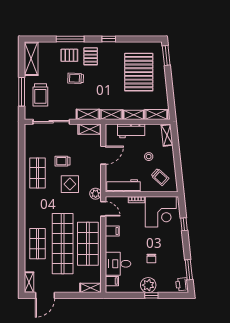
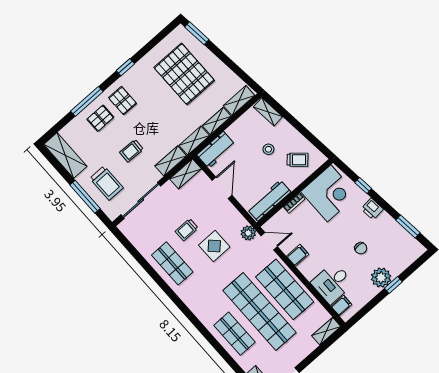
trolley: (76, 78) -> (131, 151), moved
workbench: (131, 131) -> (216, 150), moved
printer: (182, 284) -> (372, 209), moved

